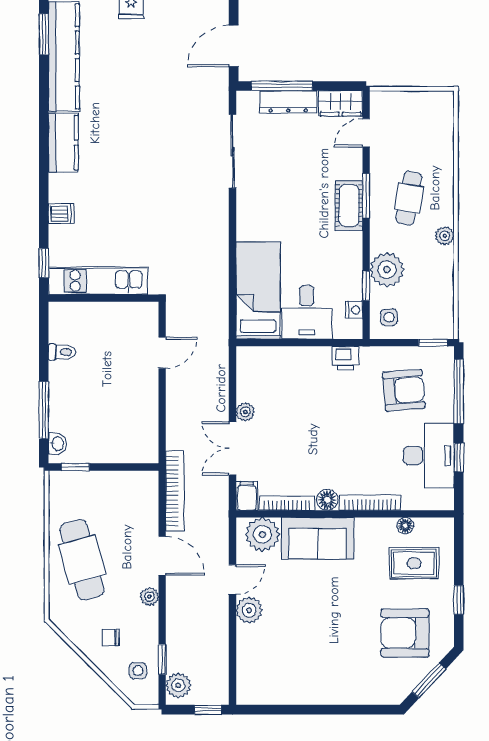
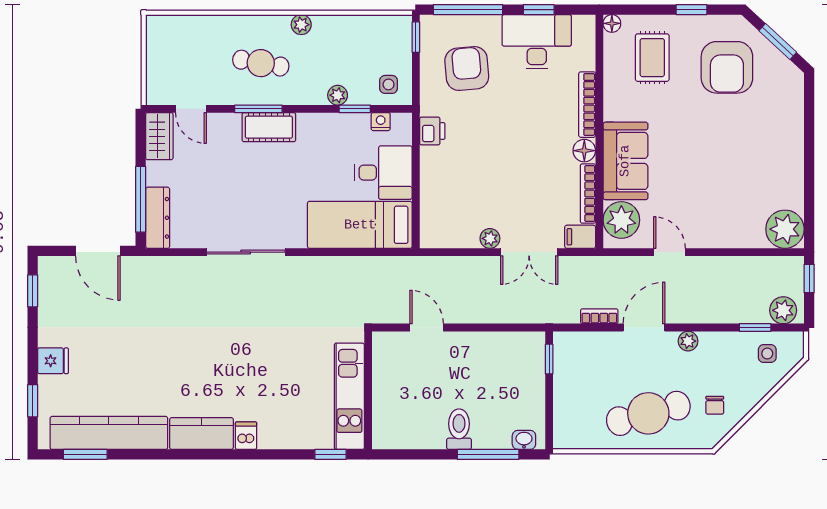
dresser: (288, 102) -> (158, 218), moved
sliding door: (233, 151) -> (246, 252), moved
dishwasher: (61, 214) -> (246, 436), moved
plant: (387, 270) -> (338, 95), width x0.53, depth x0.53
toilet: (62, 352) -> (459, 429), moved, width x1.37, depth x1.39
window: (75, 467) -> (549, 359), moved
bookcase: (175, 491) -> (599, 316), width x0.43, depth x0.76
floor lamp: (405, 526) -> (612, 23), moved
plant: (249, 610) -> (785, 229), moved, width x1.36, depth x1.36
chair: (111, 637) -> (715, 405), moved

